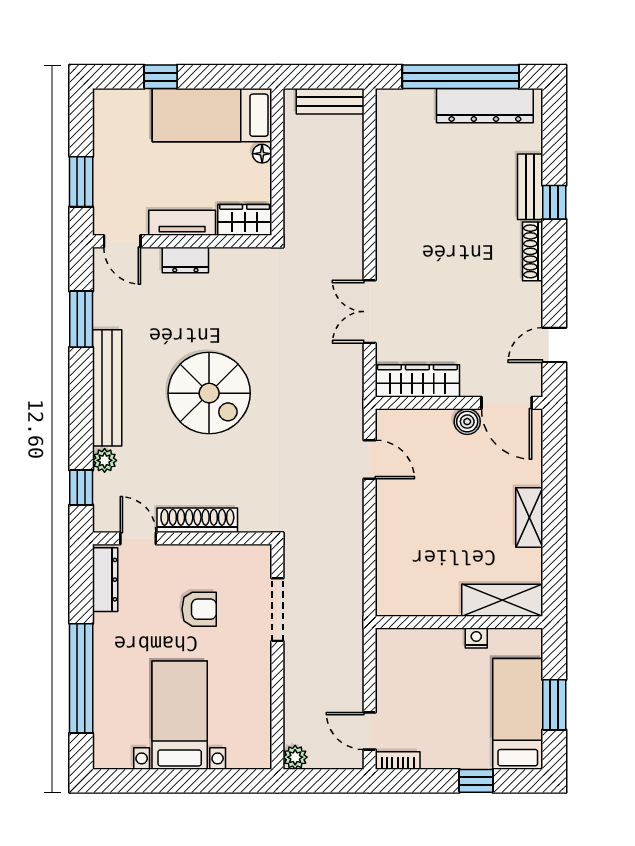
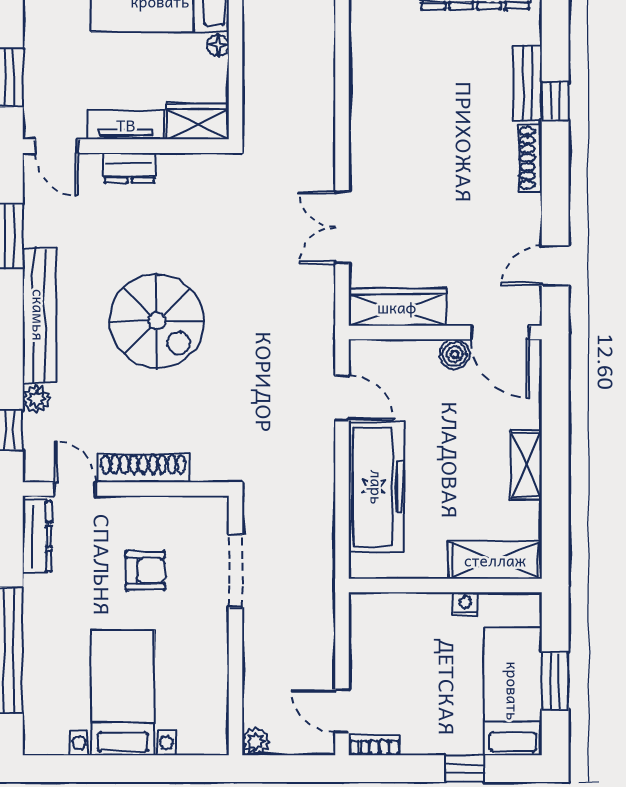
freezer: (400, 537) -> (377, 487), added

